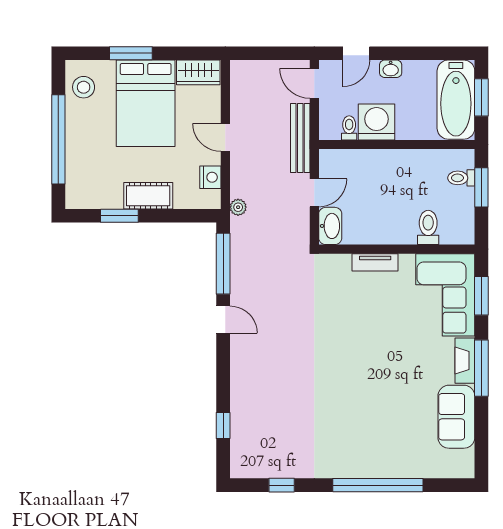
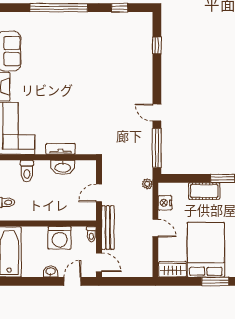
toilet: (349, 128) -> (91, 234), moved
washbasin: (330, 226) -> (63, 167), moved, turned -90

